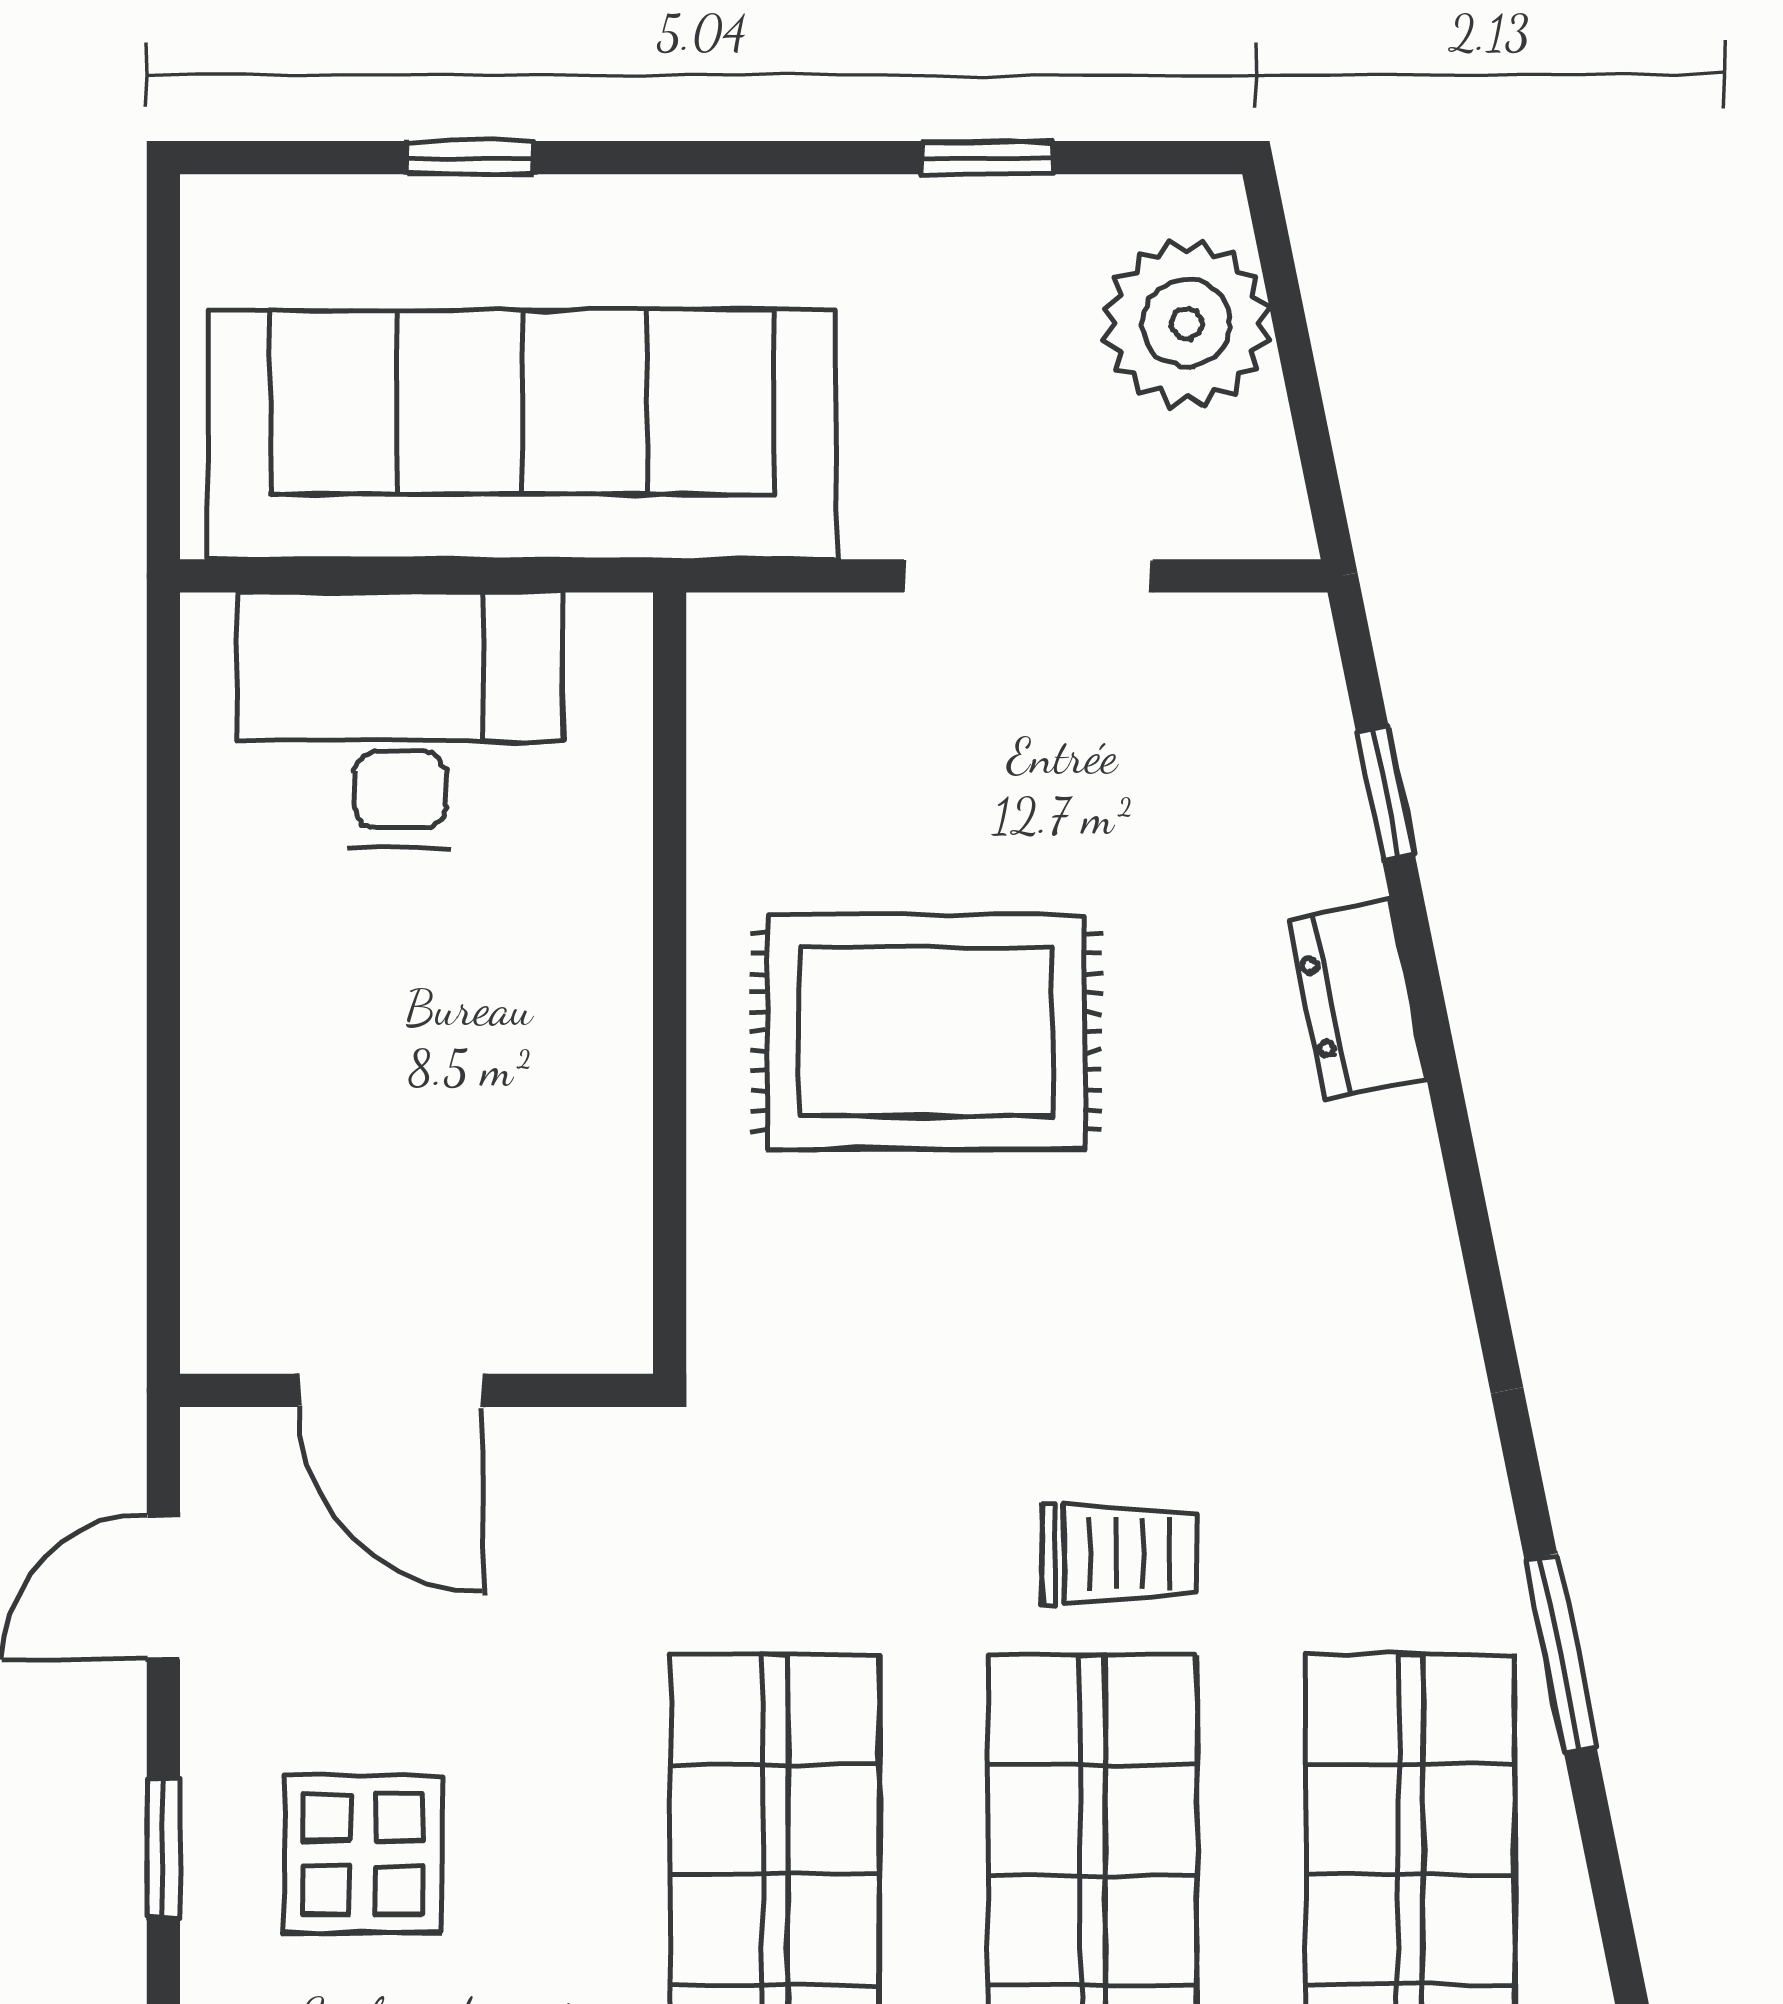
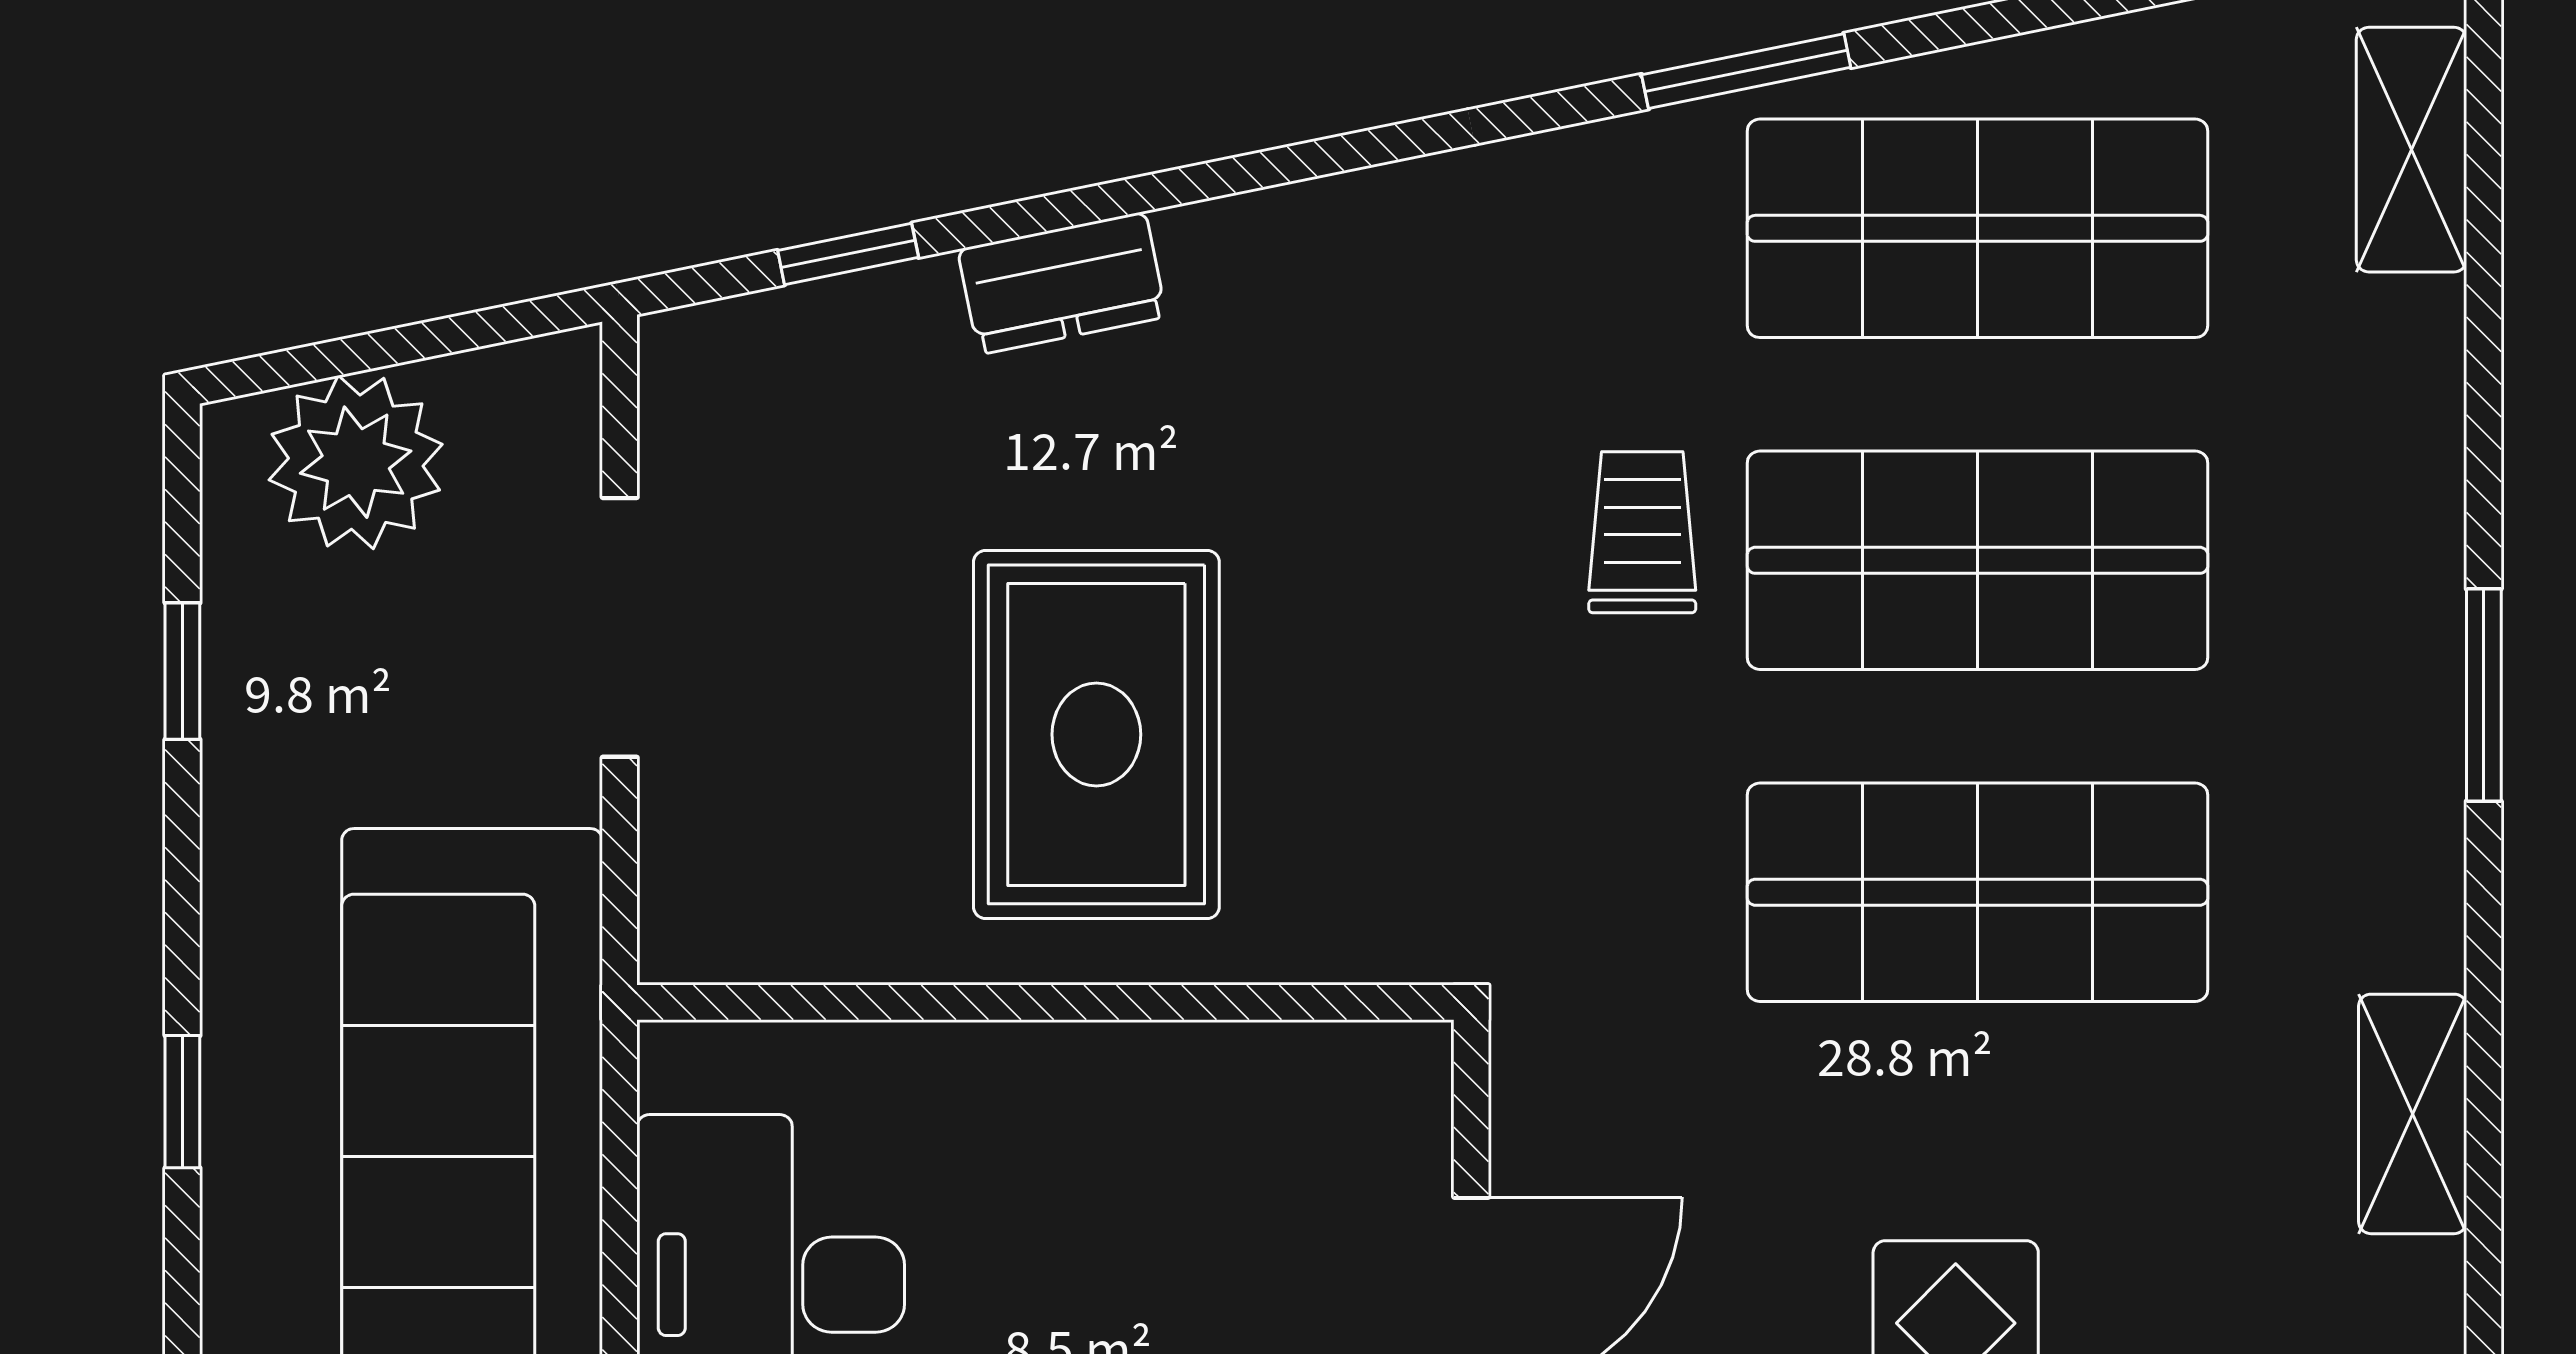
window: (470, 158) -> (182, 1102), moved

